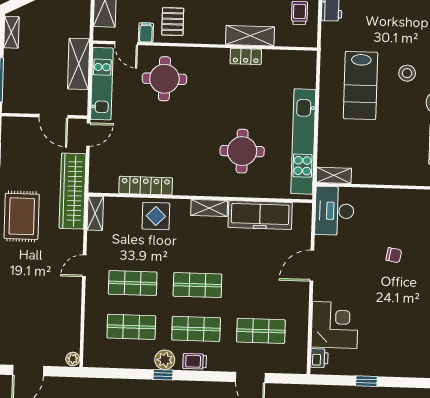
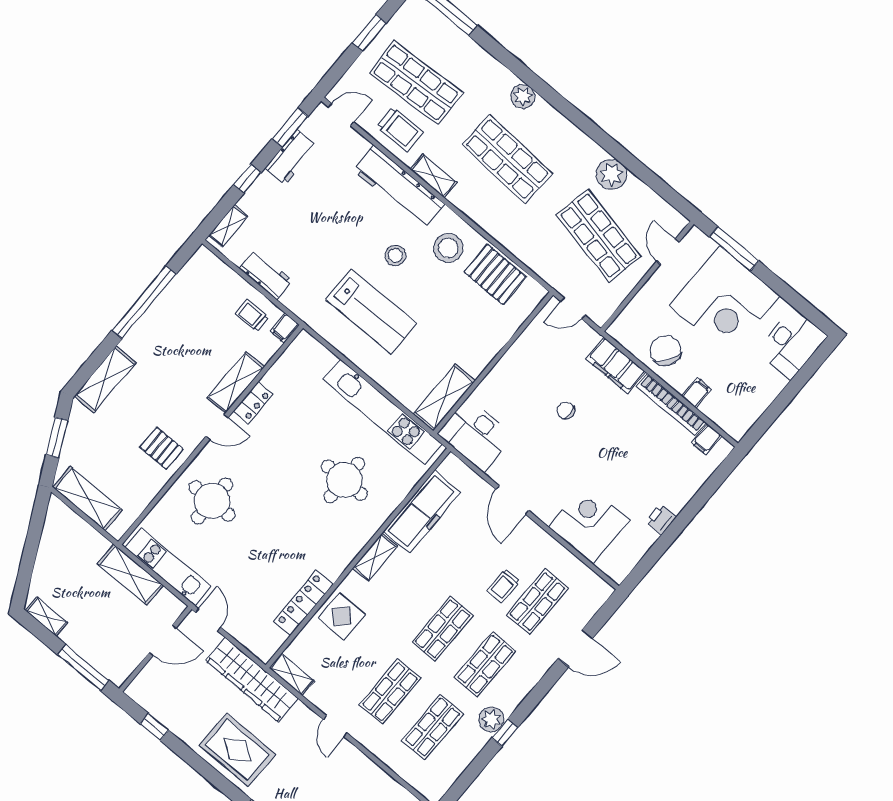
filing cabinet: (146, 32) -> (285, 328), moved, turned -90
door: (126, 43) -> (217, 427), moved
shelving: (334, 175) -> (444, 397), width x1.50, depth x1.33
chair: (394, 255) -> (566, 410), turned -100
printer: (319, 358) -> (661, 519), moved, turned -90
trolley: (195, 361) -> (504, 586), moved
window: (366, 381) -> (670, 536), removed

